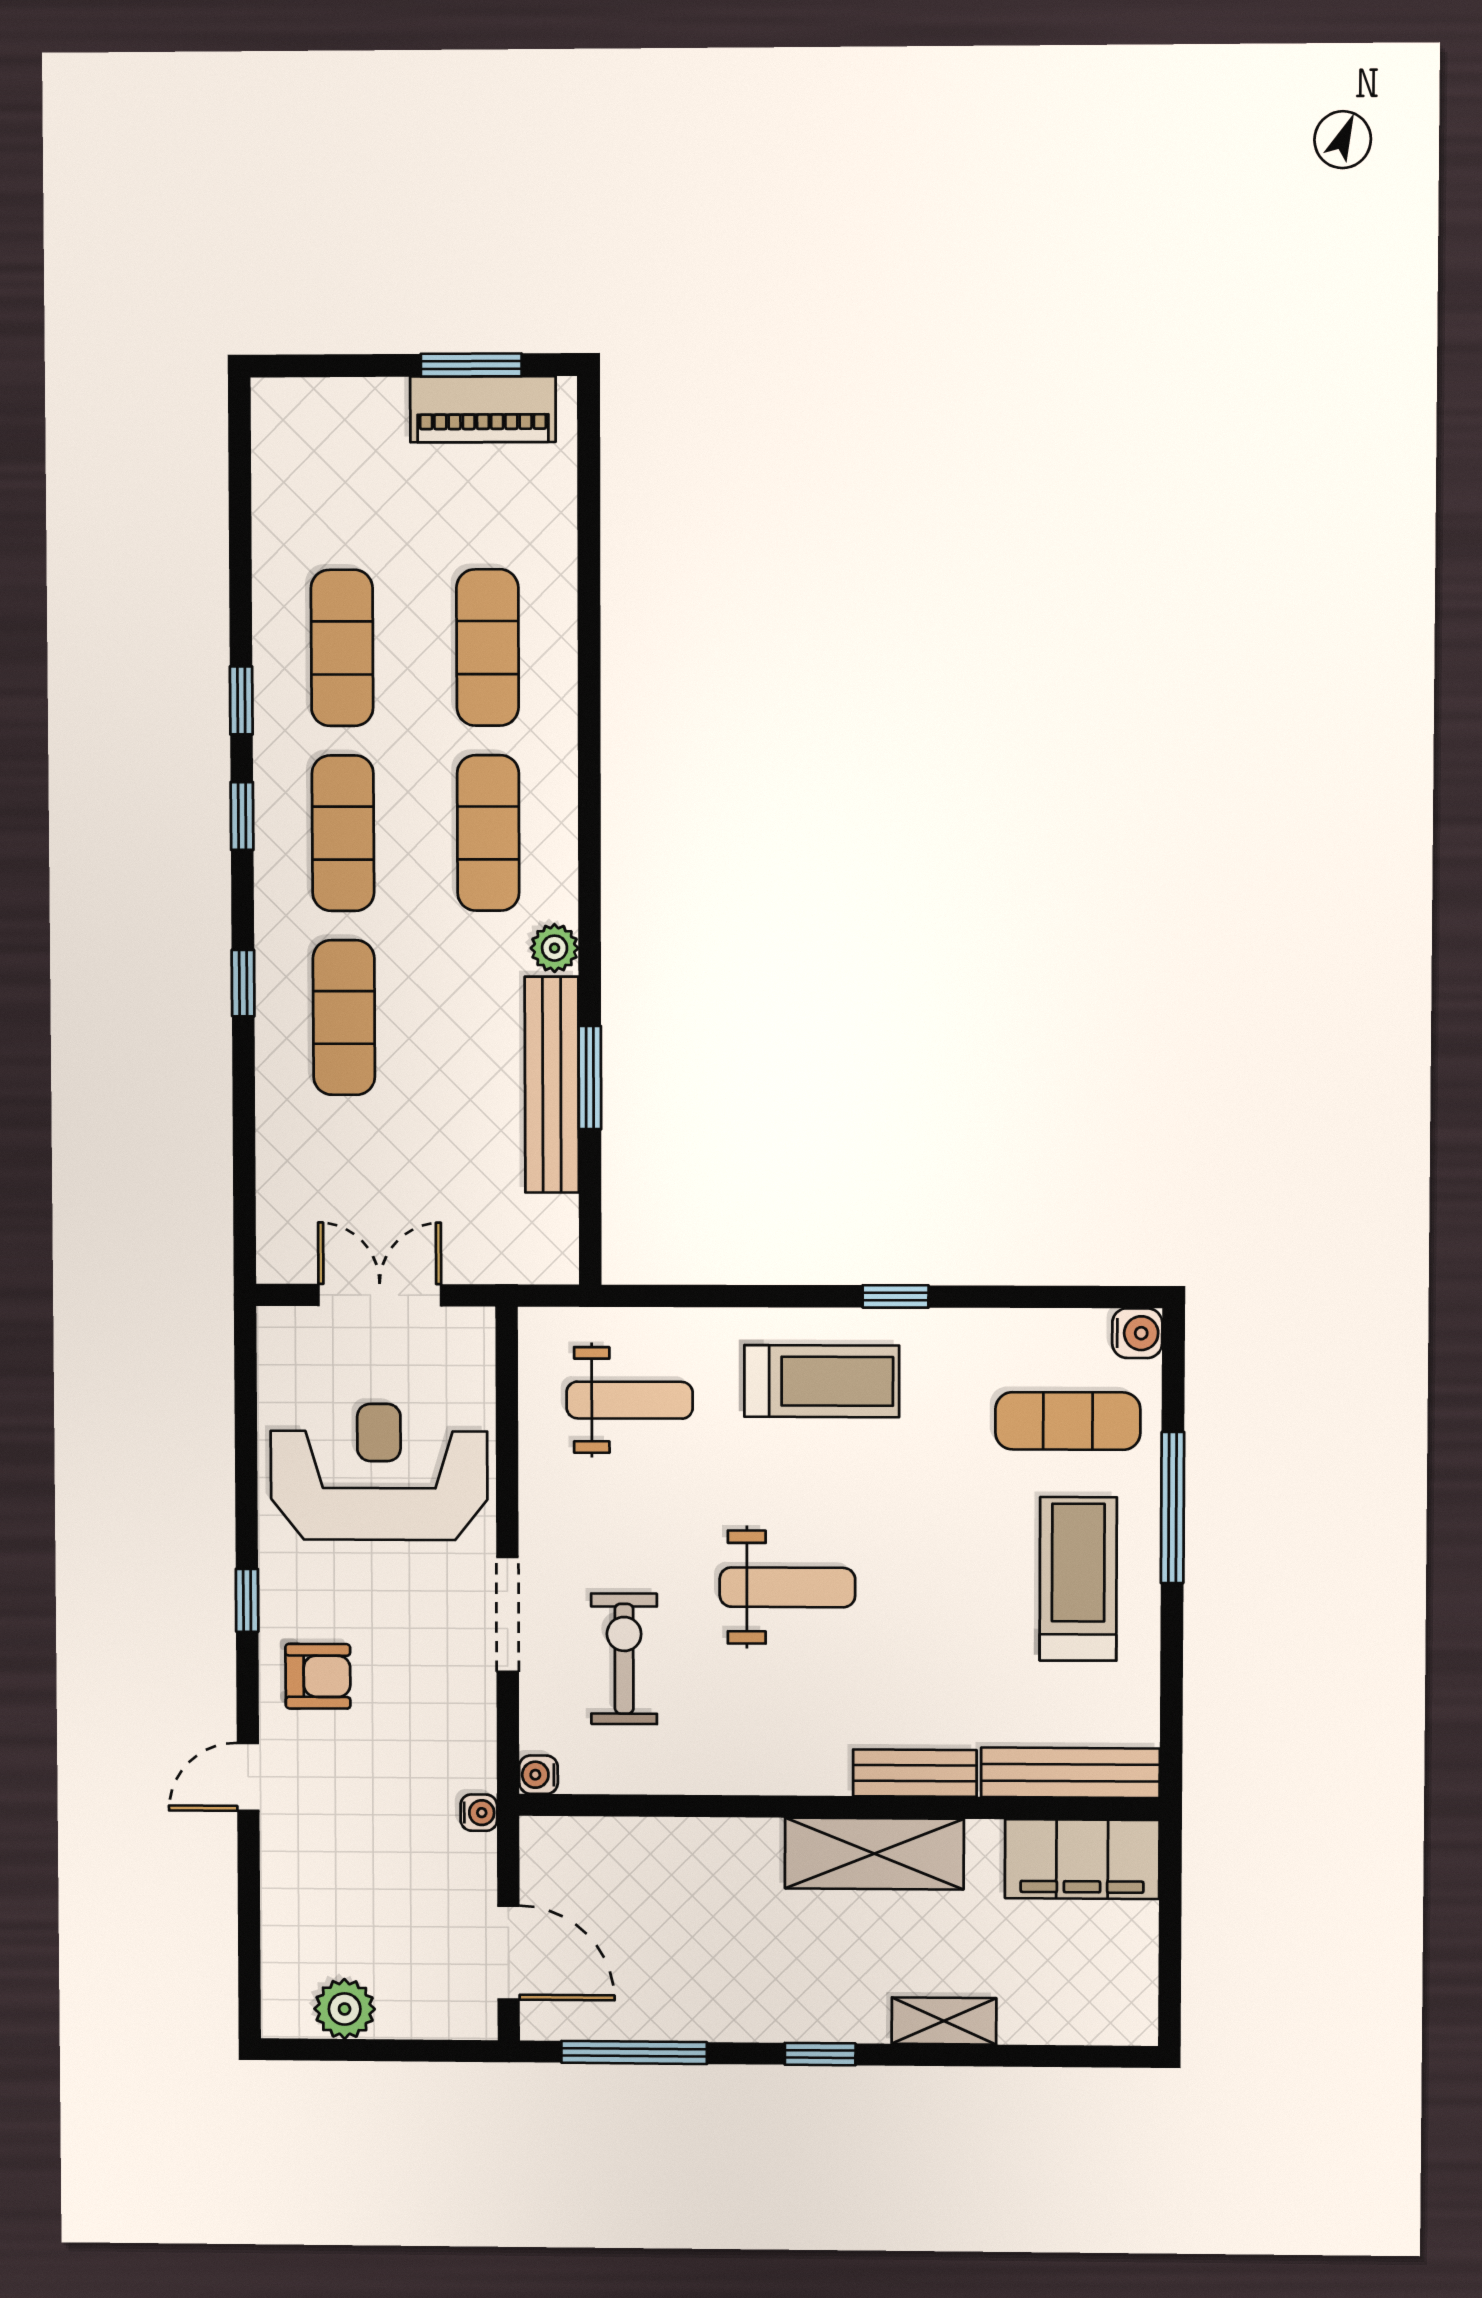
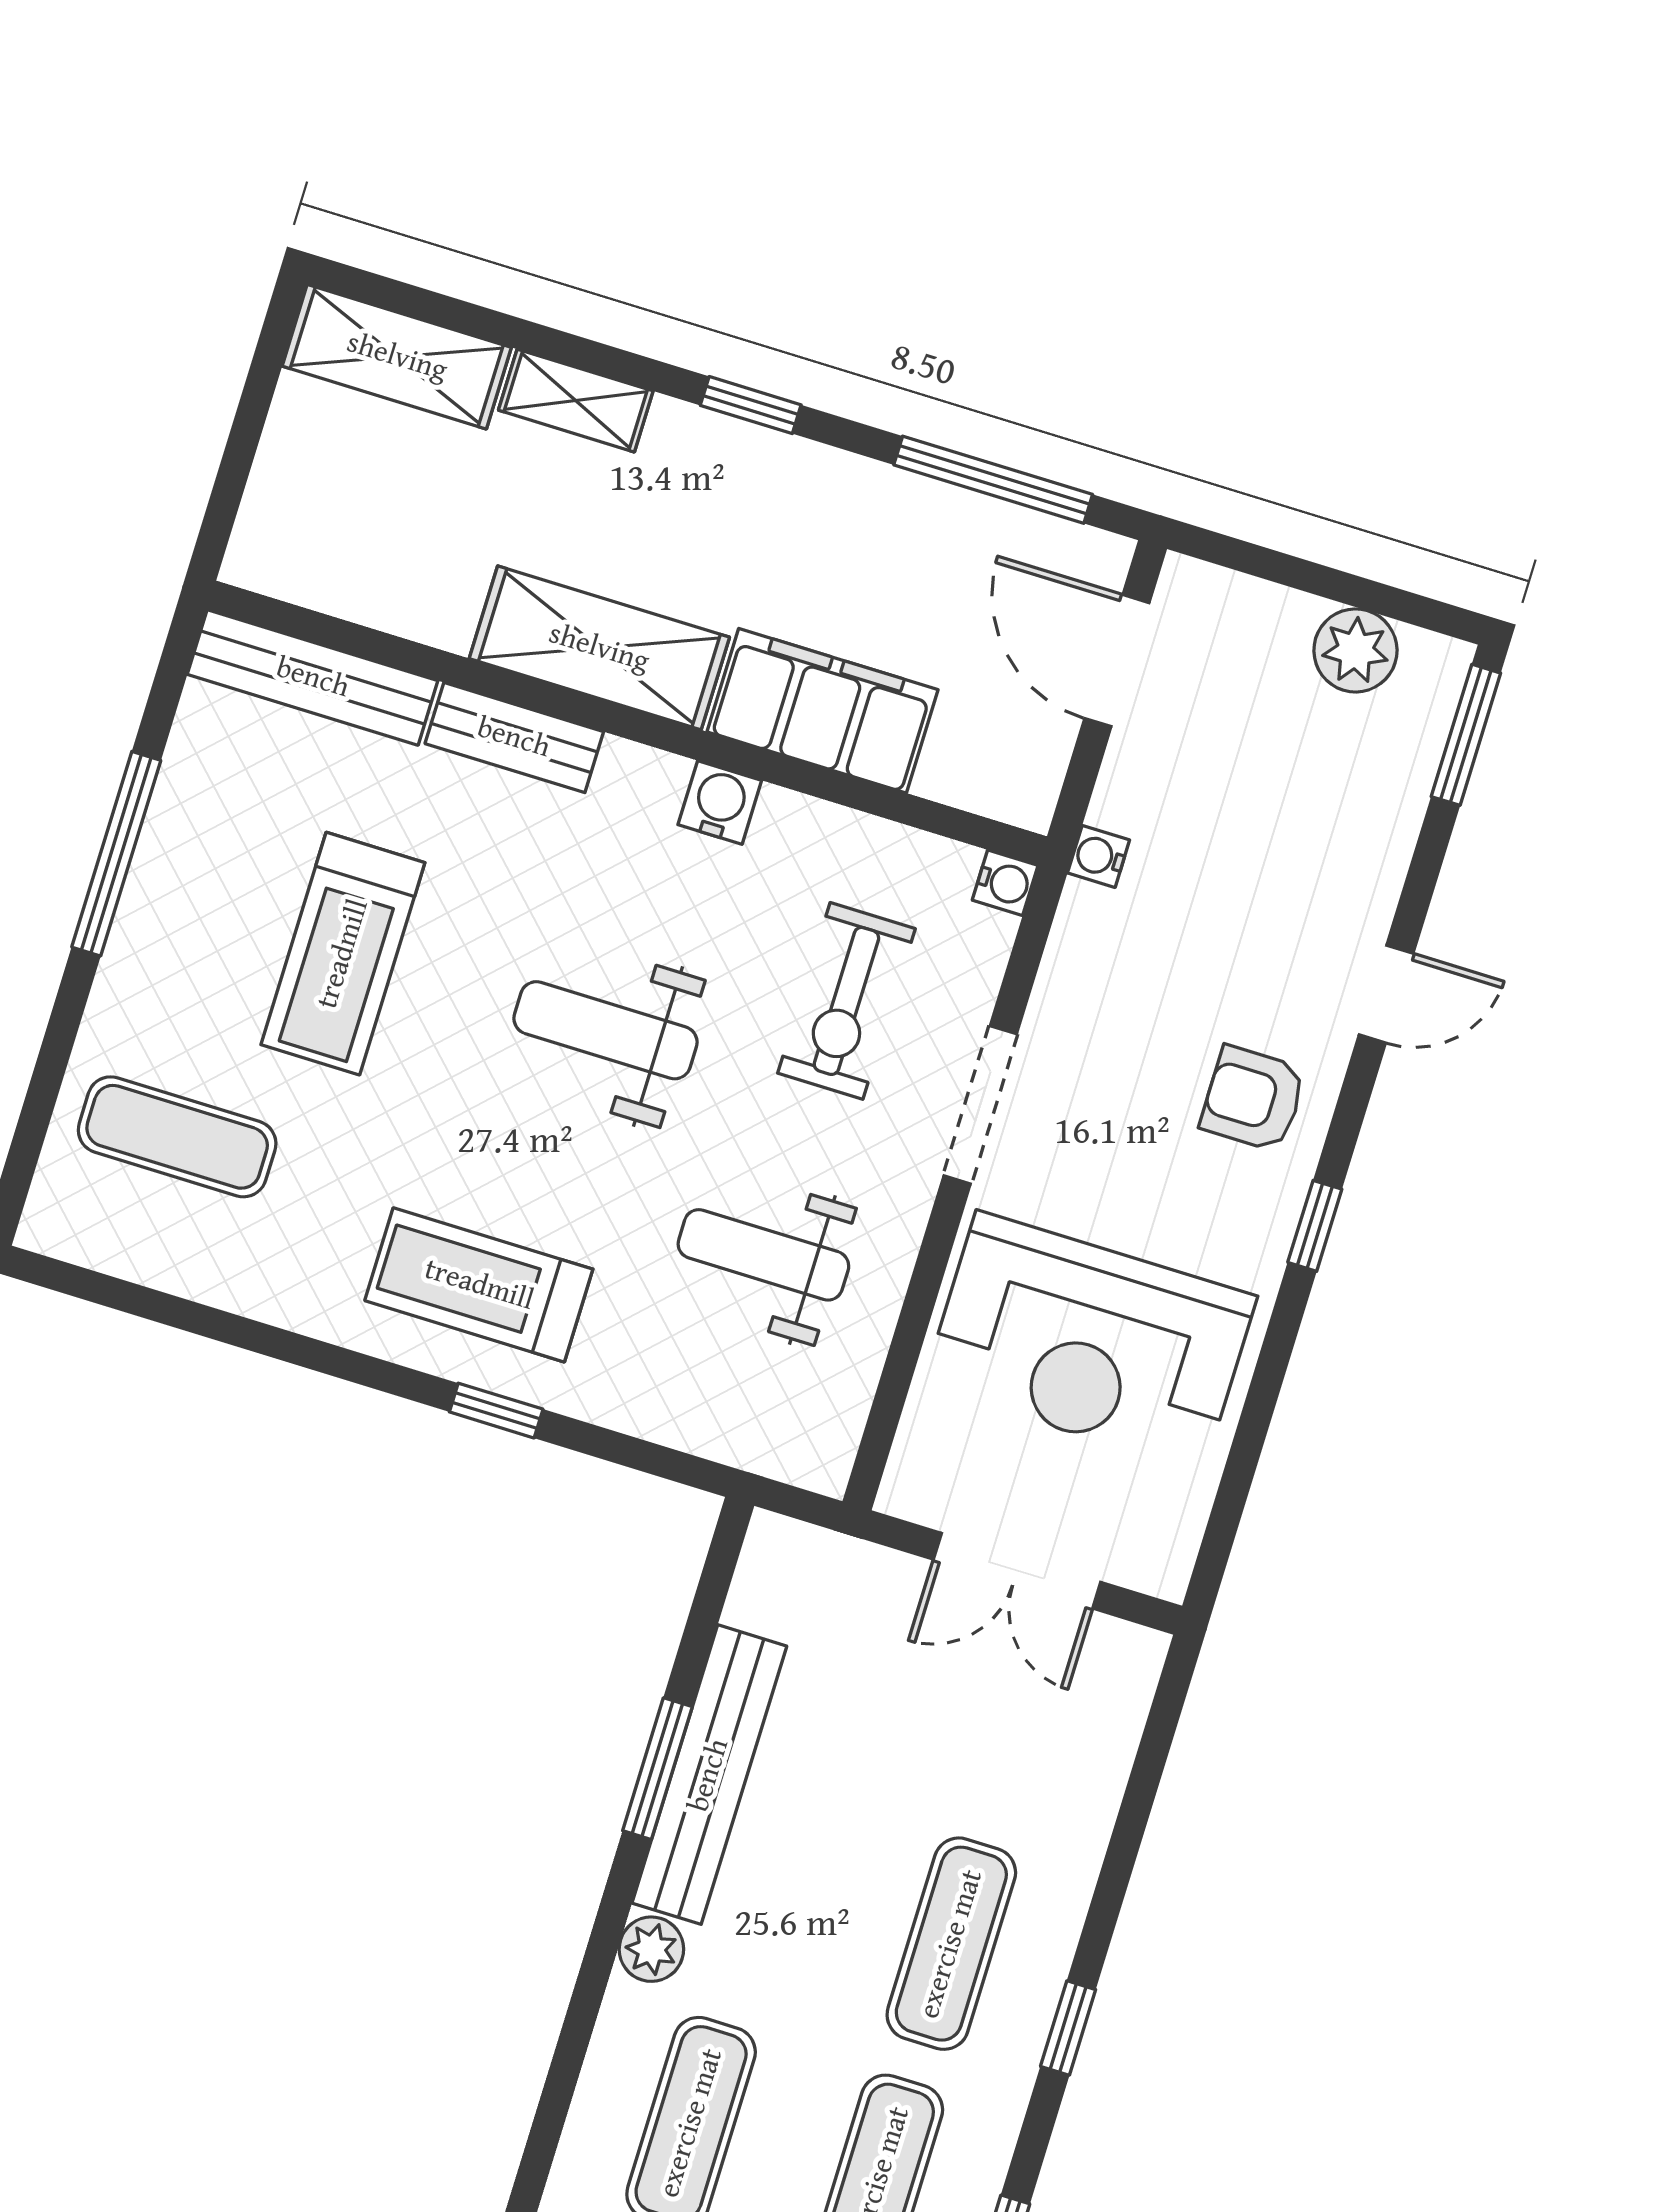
window: (896, 1296) -> (496, 1411), moved
water cooler: (1137, 1333) -> (720, 803), moved, turned 90
weight bench: (630, 1400) -> (763, 1255), moved
window: (1172, 1508) -> (116, 854), moved
treadmill: (1078, 1579) -> (343, 954), moved
filing cabinet: (1082, 1859) -> (822, 711), moved
window: (249, 1973) -> (1466, 735), added
shelving: (1080, 2014) -> (397, 357), added

